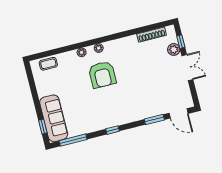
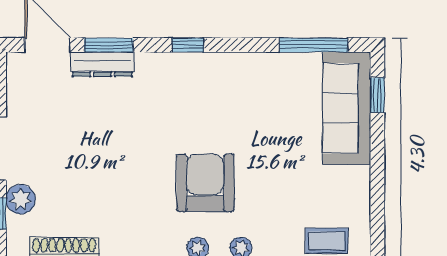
dresser: (155, 111) -> (102, 64), added
window: (112, 130) -> (188, 45), moved

